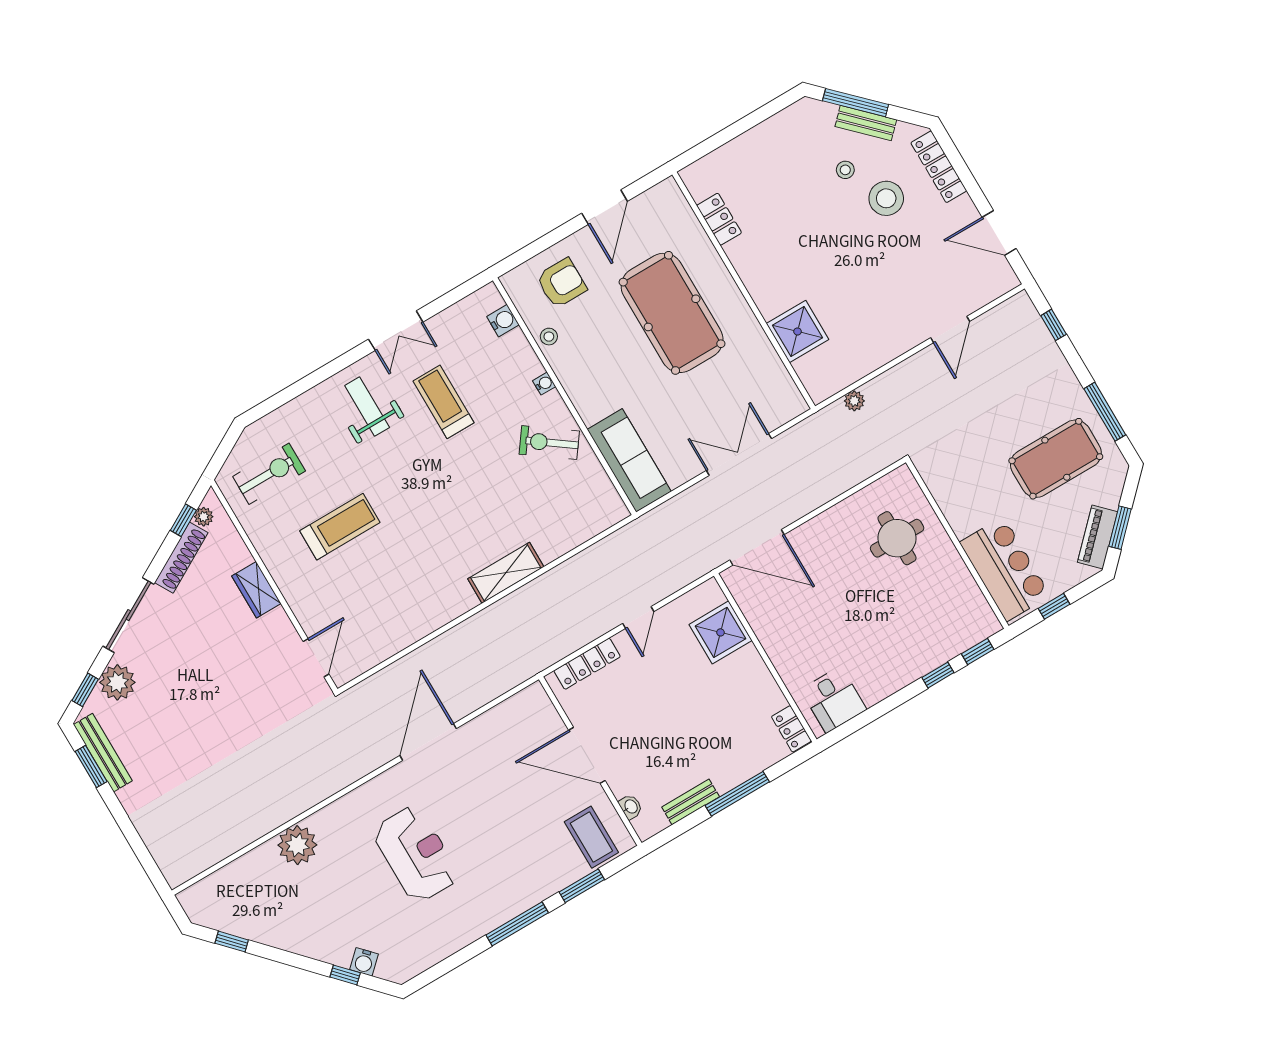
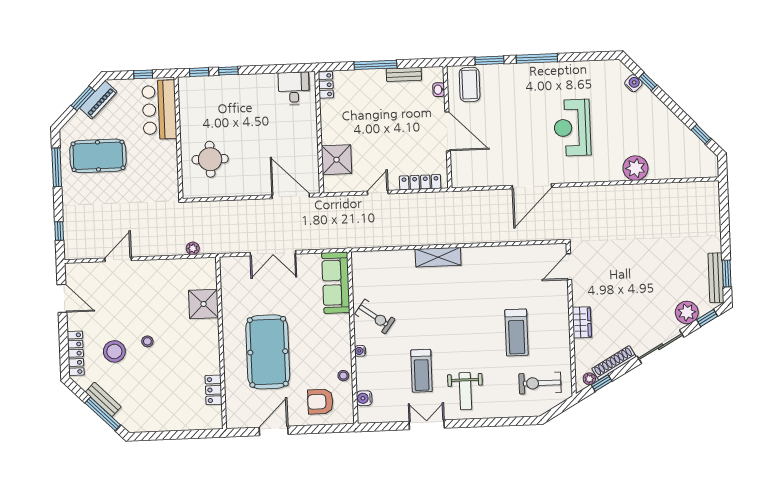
stool: (845, 170) -> (147, 341), moved
treadmill: (340, 527) -> (516, 332), turned -90

